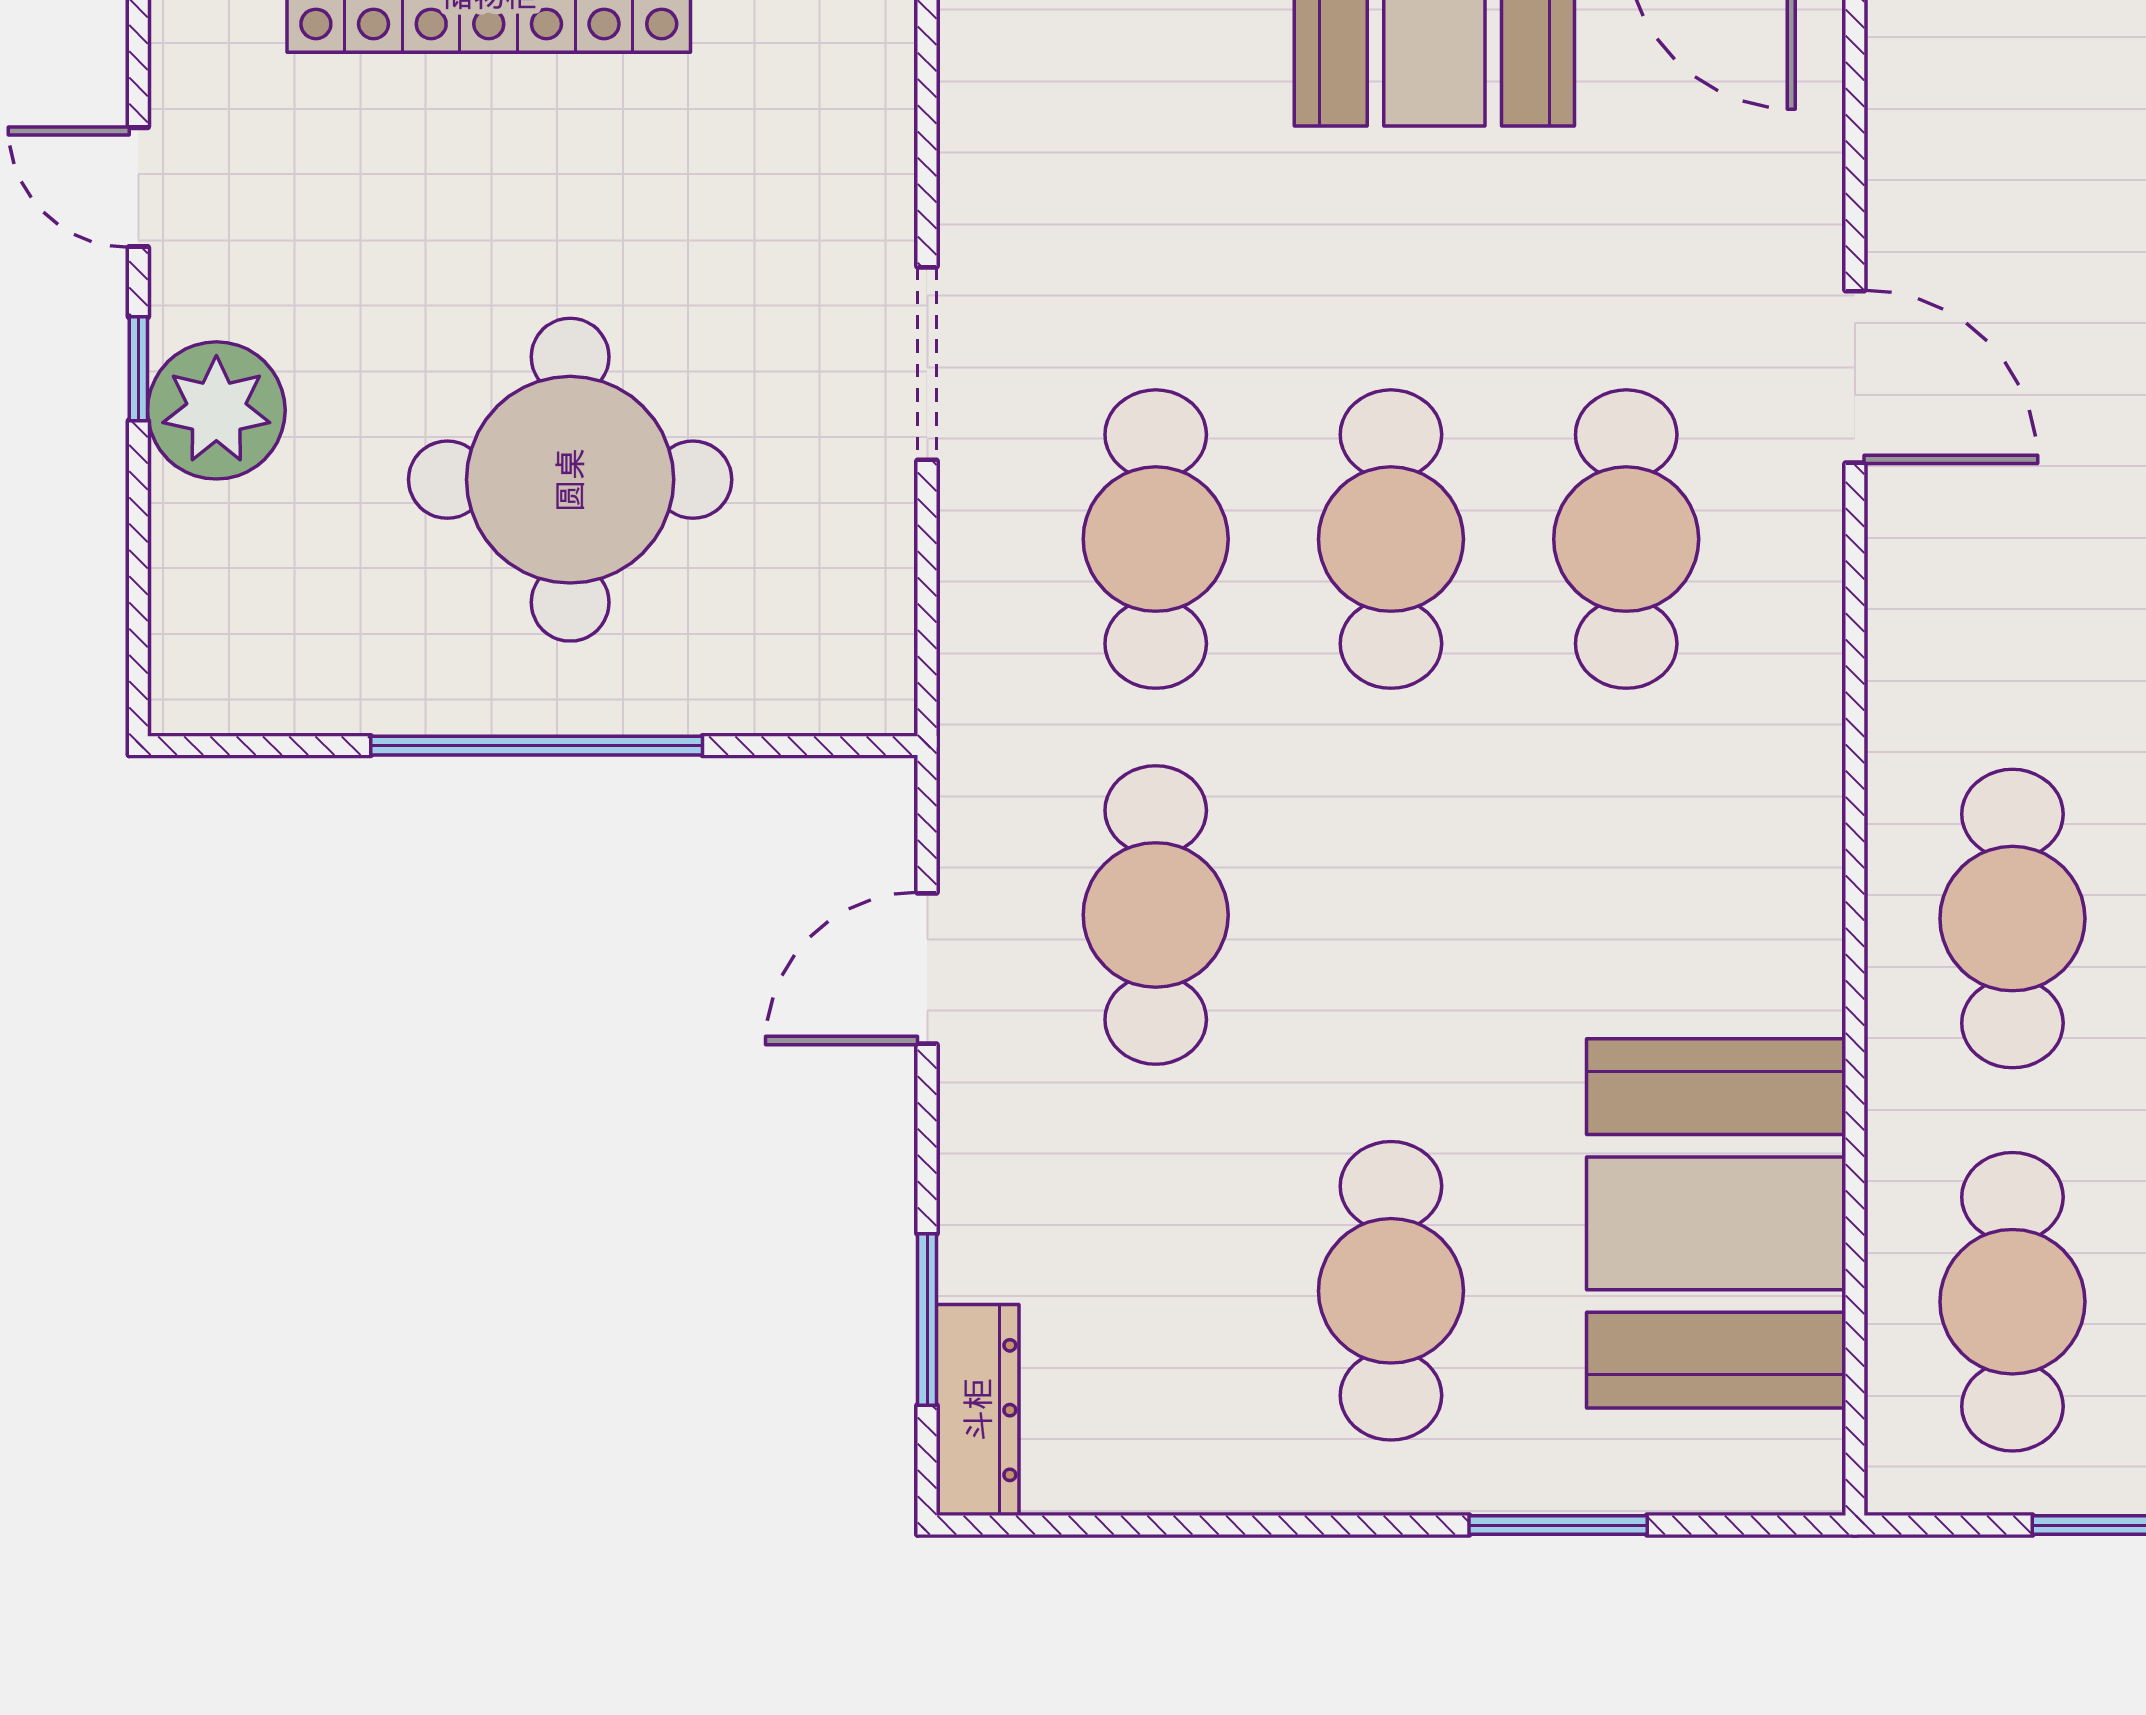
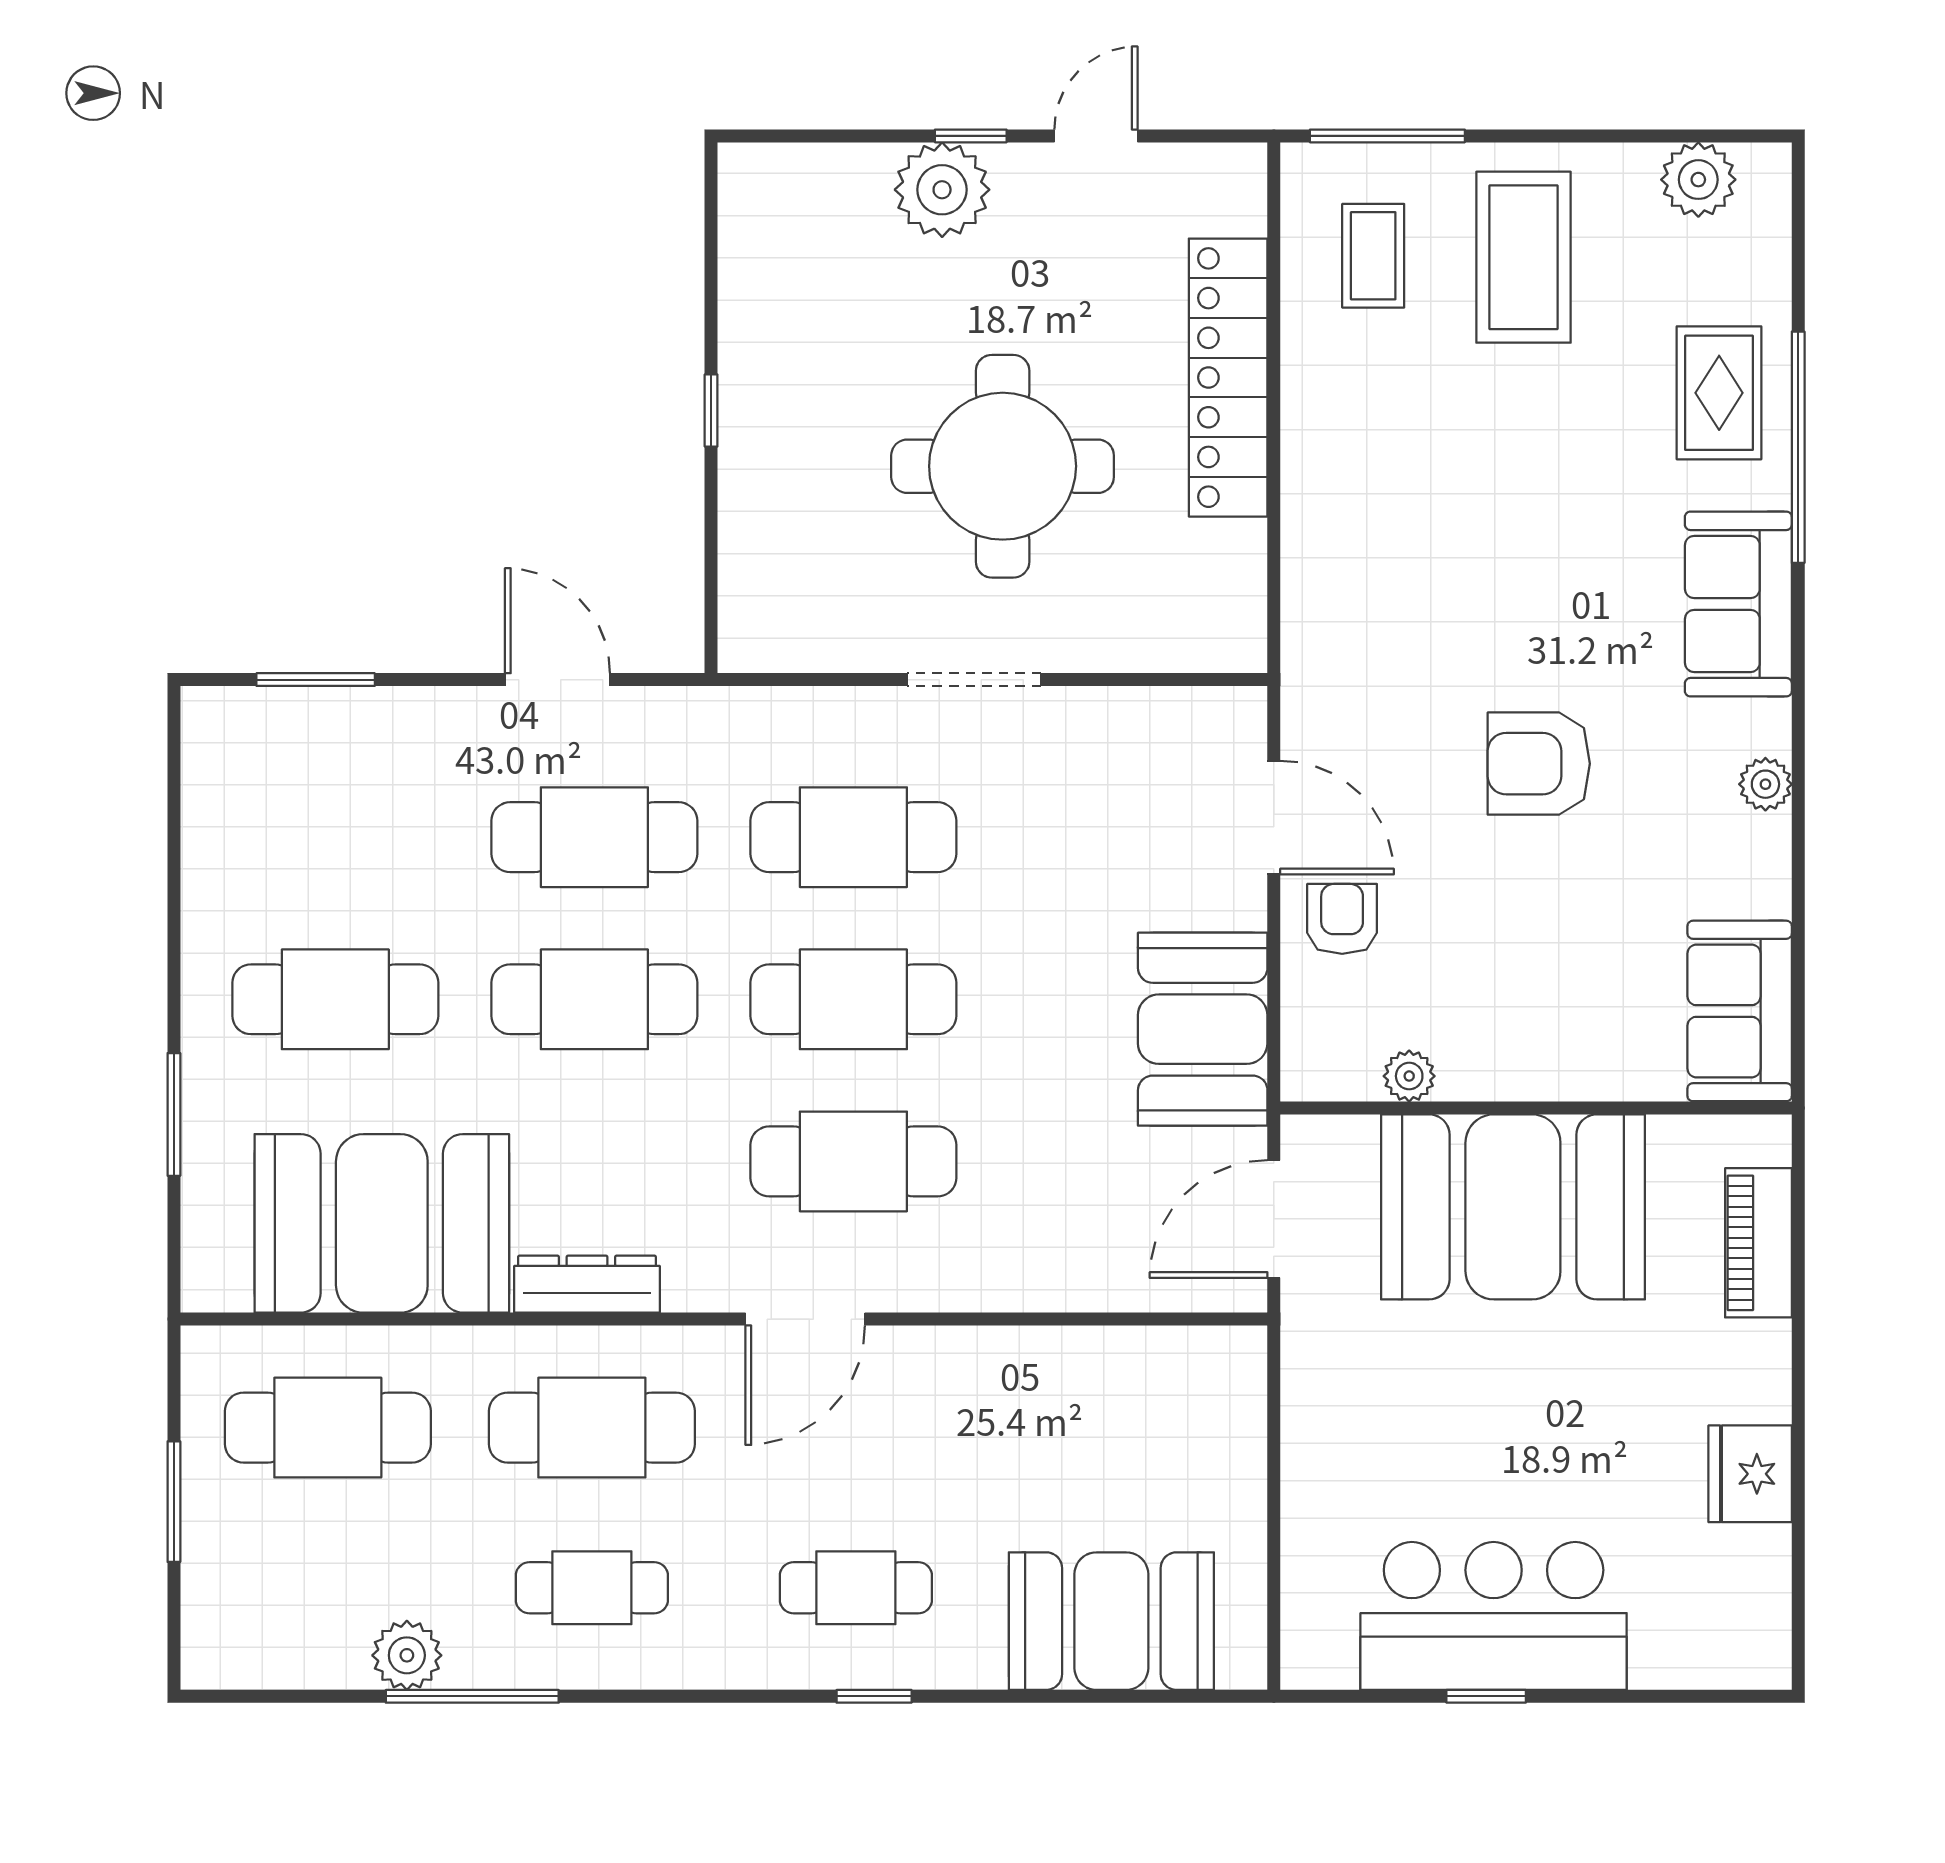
door: (1855, 377) -> (805, 1319), moved
round table: (570, 480) -> (1003, 466), moved
window: (537, 746) -> (711, 410), width x0.32
cafe table: (1391, 915) -> (594, 999), added
dresser: (978, 1410) -> (587, 1284), moved, turned 180

